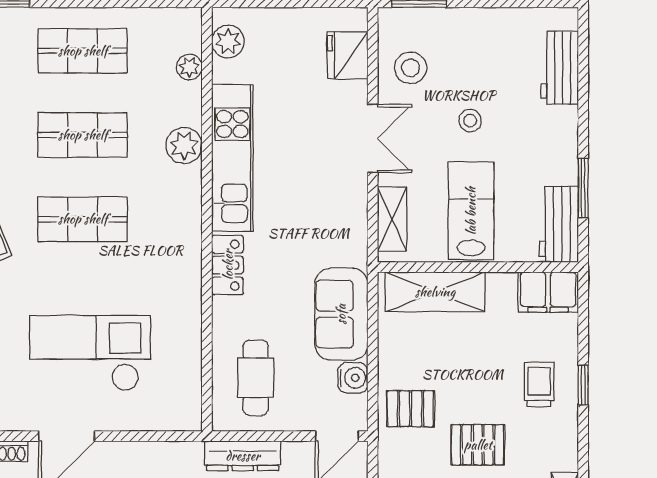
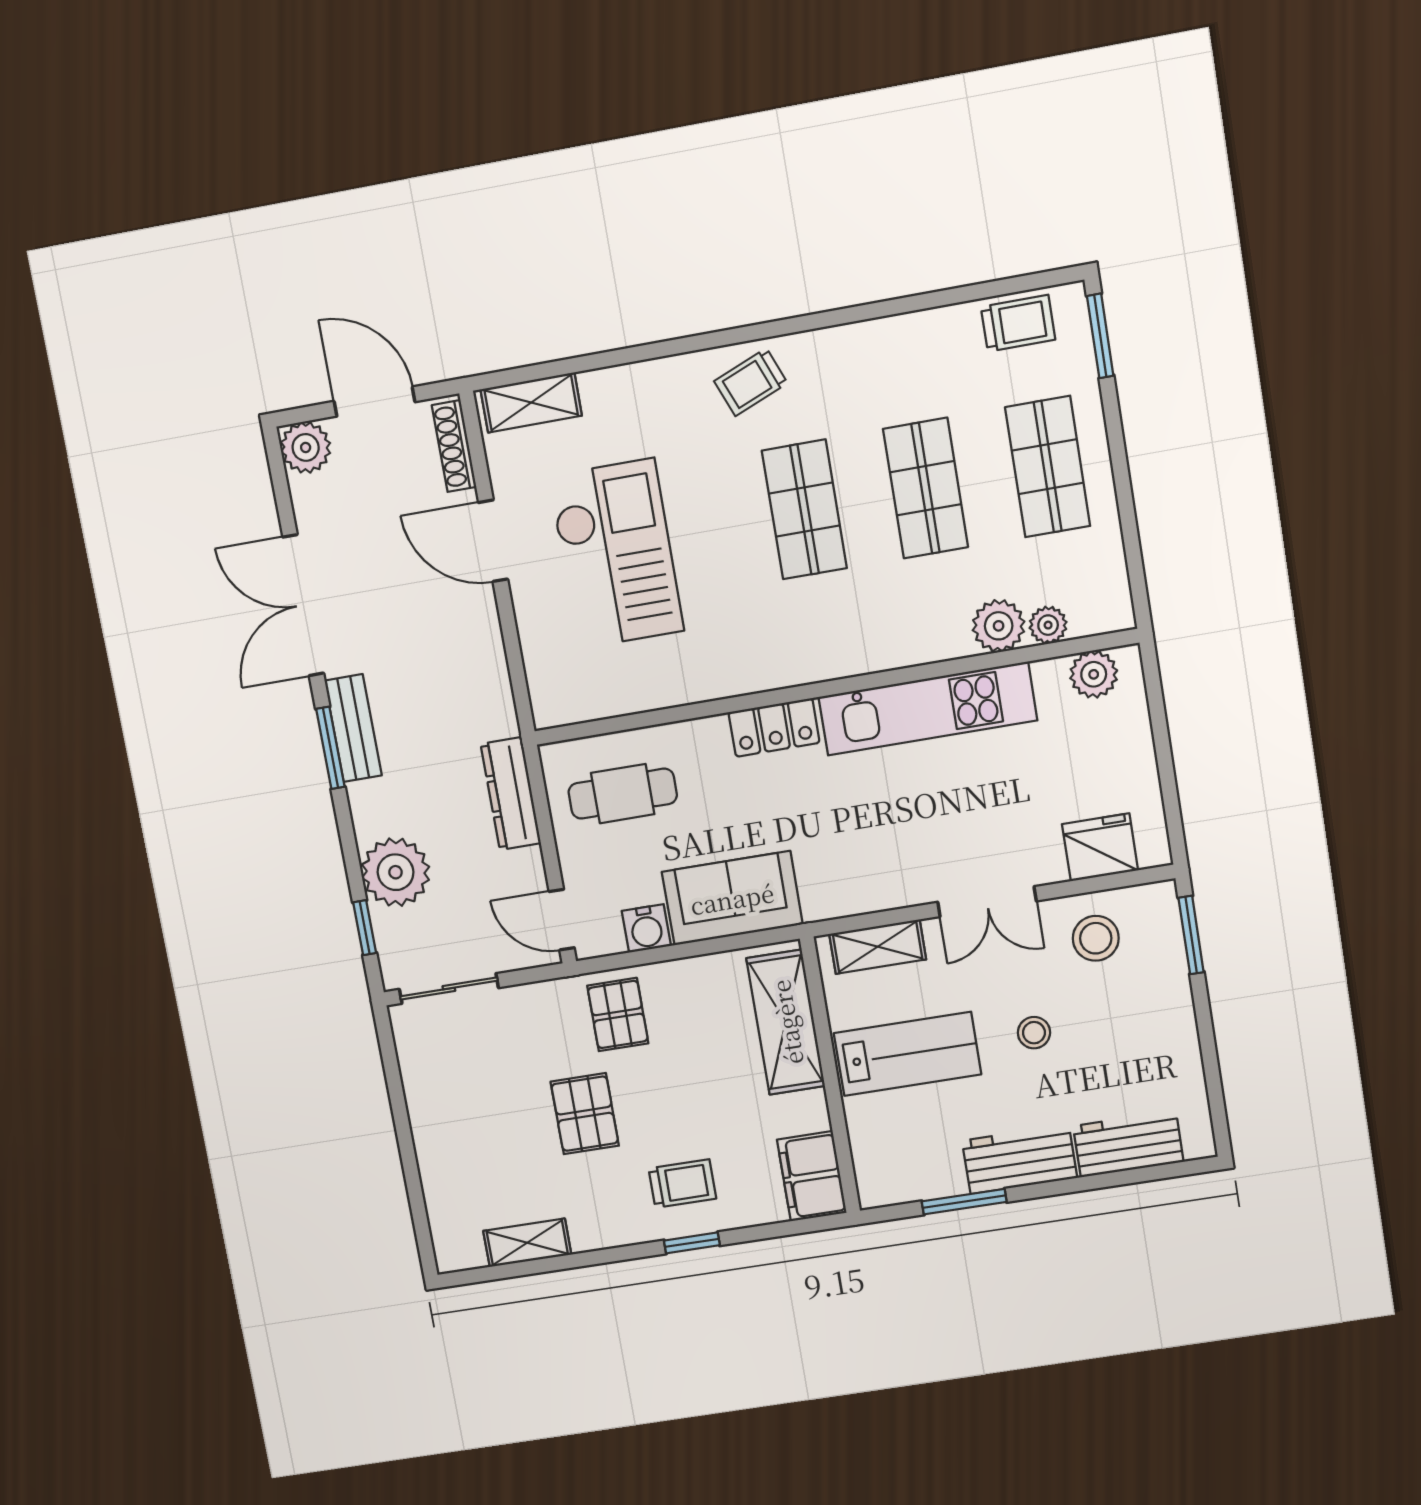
plant: (184, 145) -> (999, 626), moved
workbench: (559, 224) -> (1020, 1159), moved

